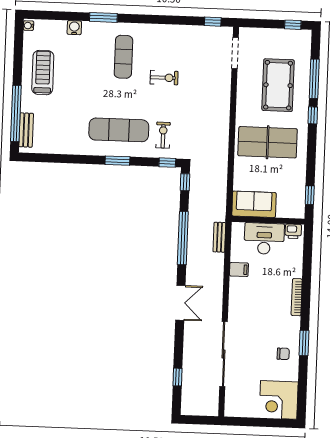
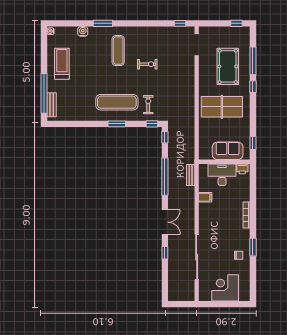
sofa: (254, 204) -> (228, 151), moved
window: (178, 377) -> (165, 253), moved
corner desk: (279, 400) -> (225, 288), moved, turned 90

